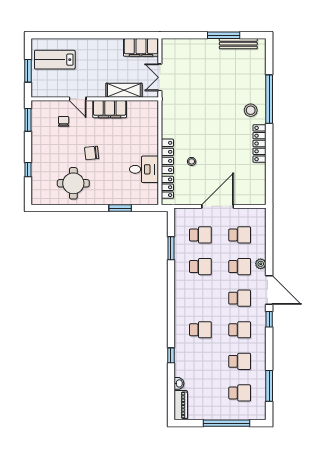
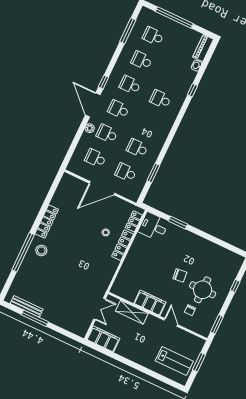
desk: (144, 169) -> (153, 227), moved
round table: (73, 183) -> (203, 290), moved

